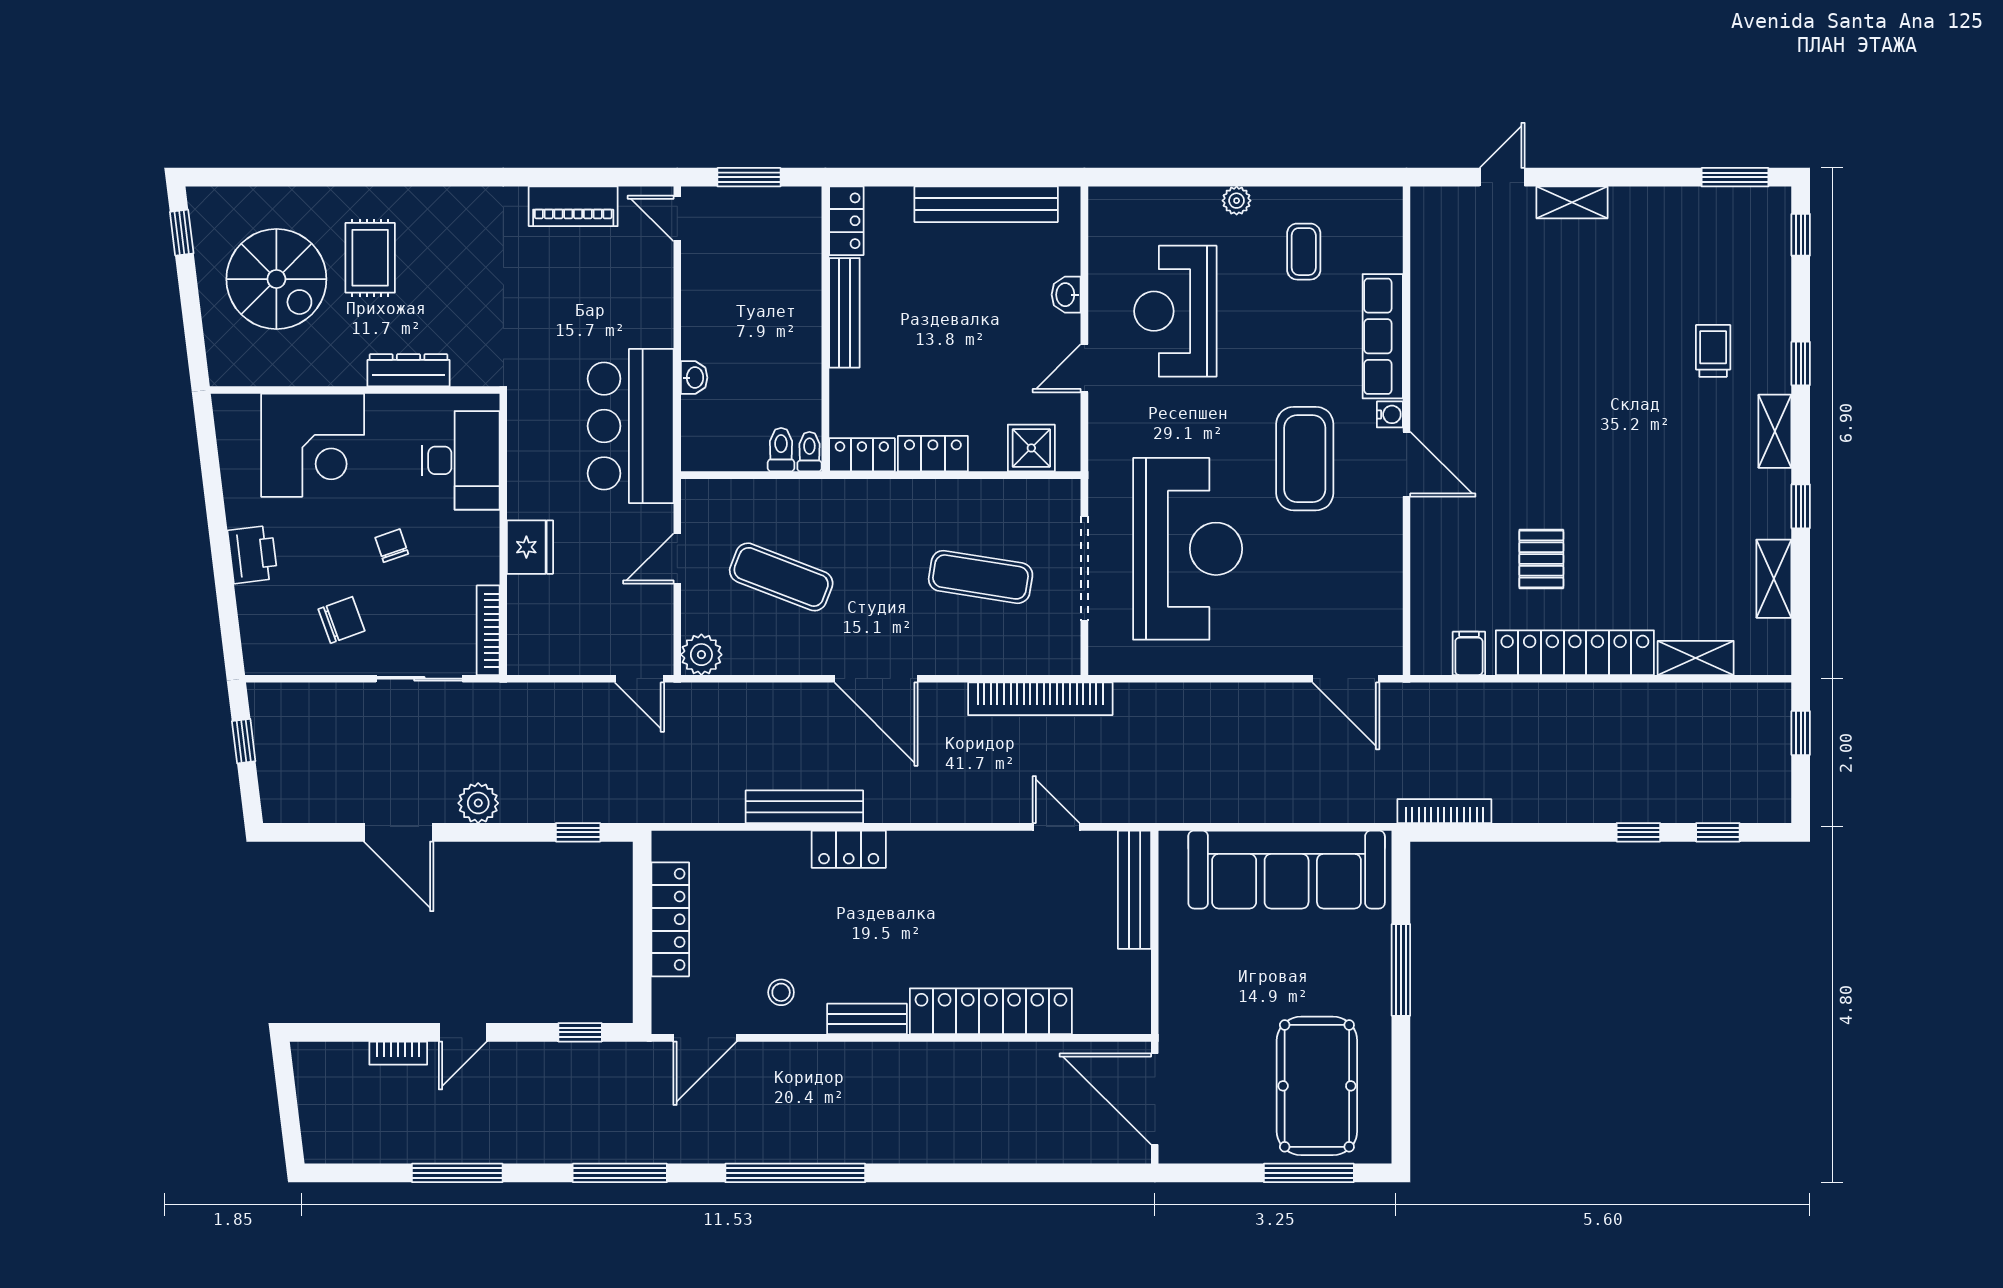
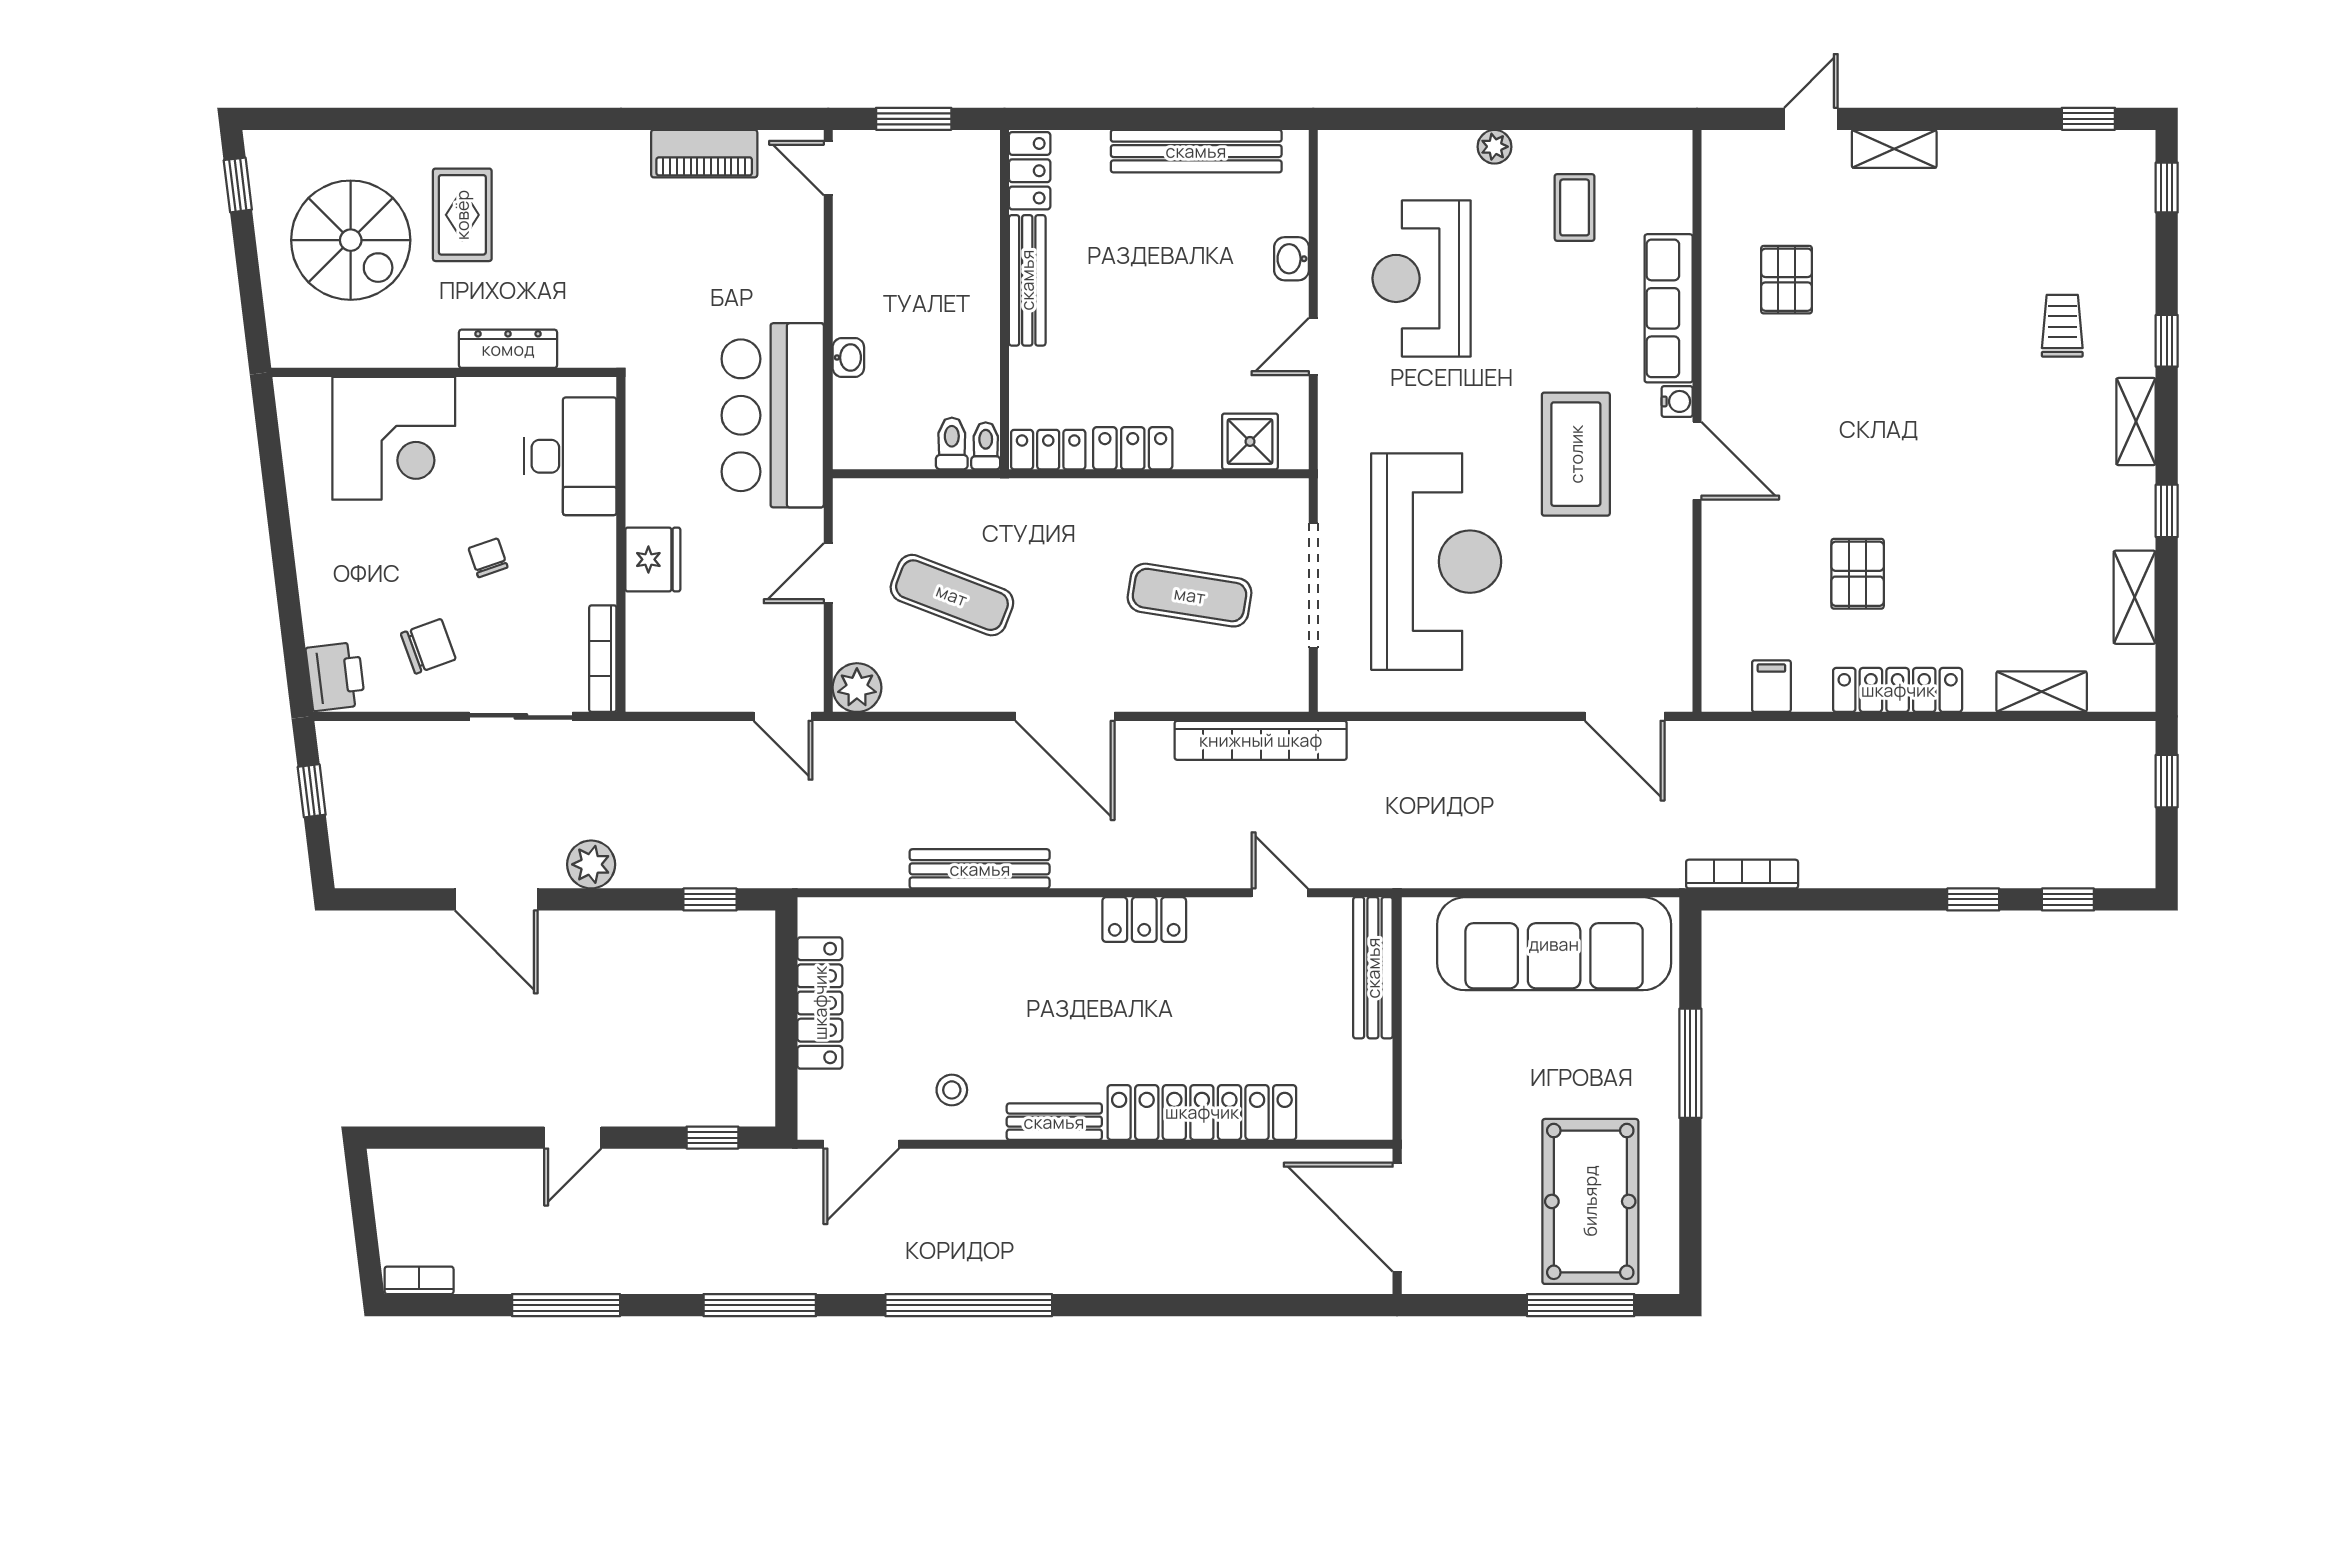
window: (1735, 177) -> (2088, 119), width x0.67
pallet: (1482, 312) -> (1787, 280), added
printer: (253, 554) -> (335, 676), moved
locker: (1575, 653) -> (1898, 690), width x0.71, depth x0.83
locker: (849, 849) -> (1144, 920), moved
bookcase: (398, 1053) -> (419, 1280), moved, turned 180

